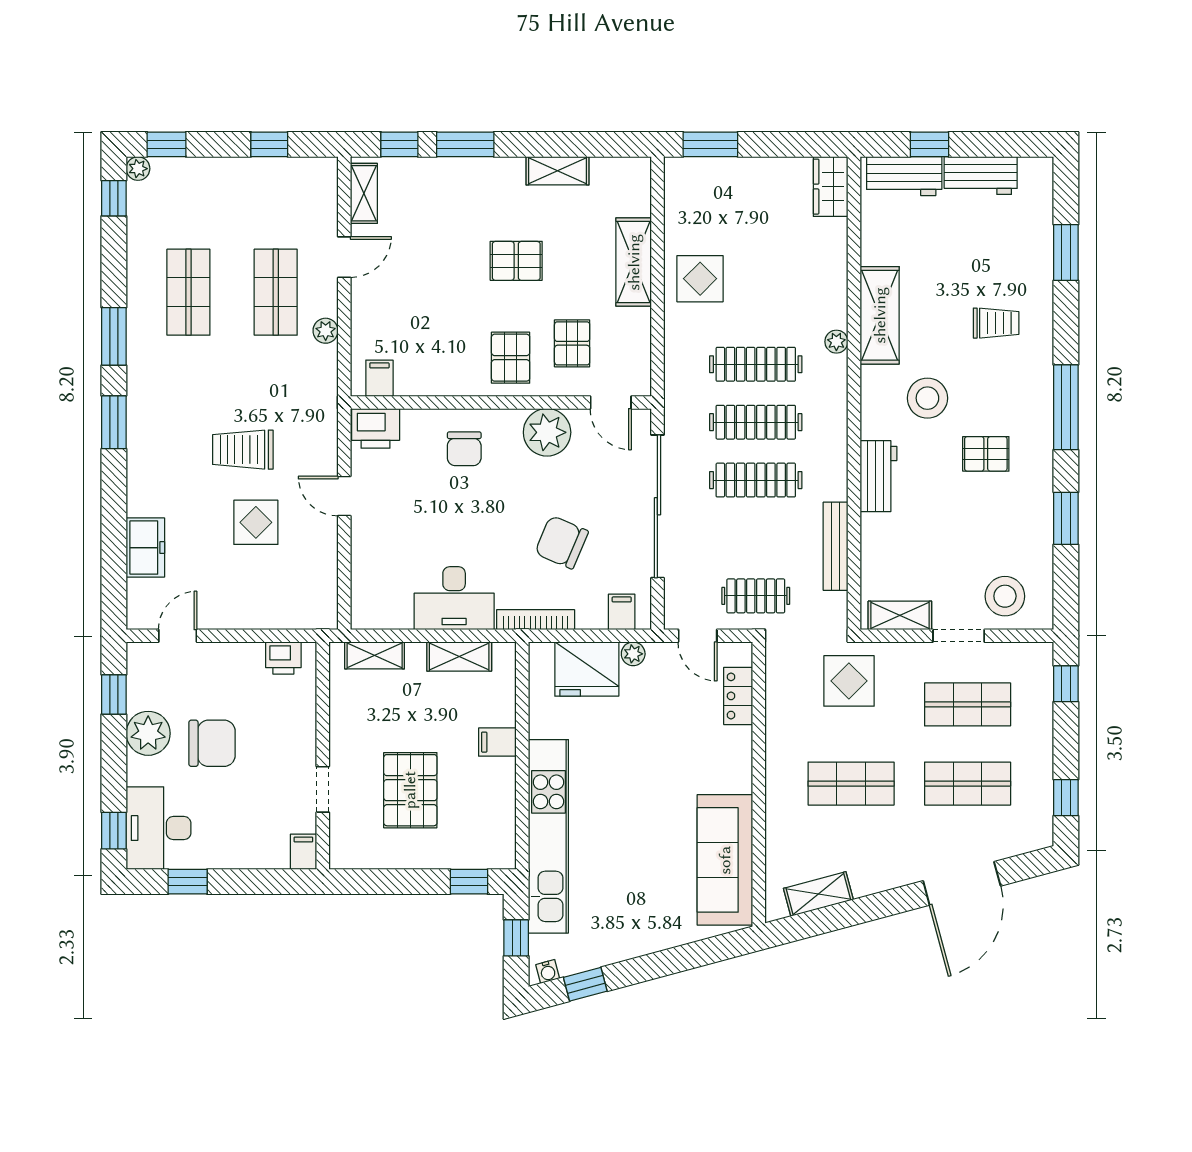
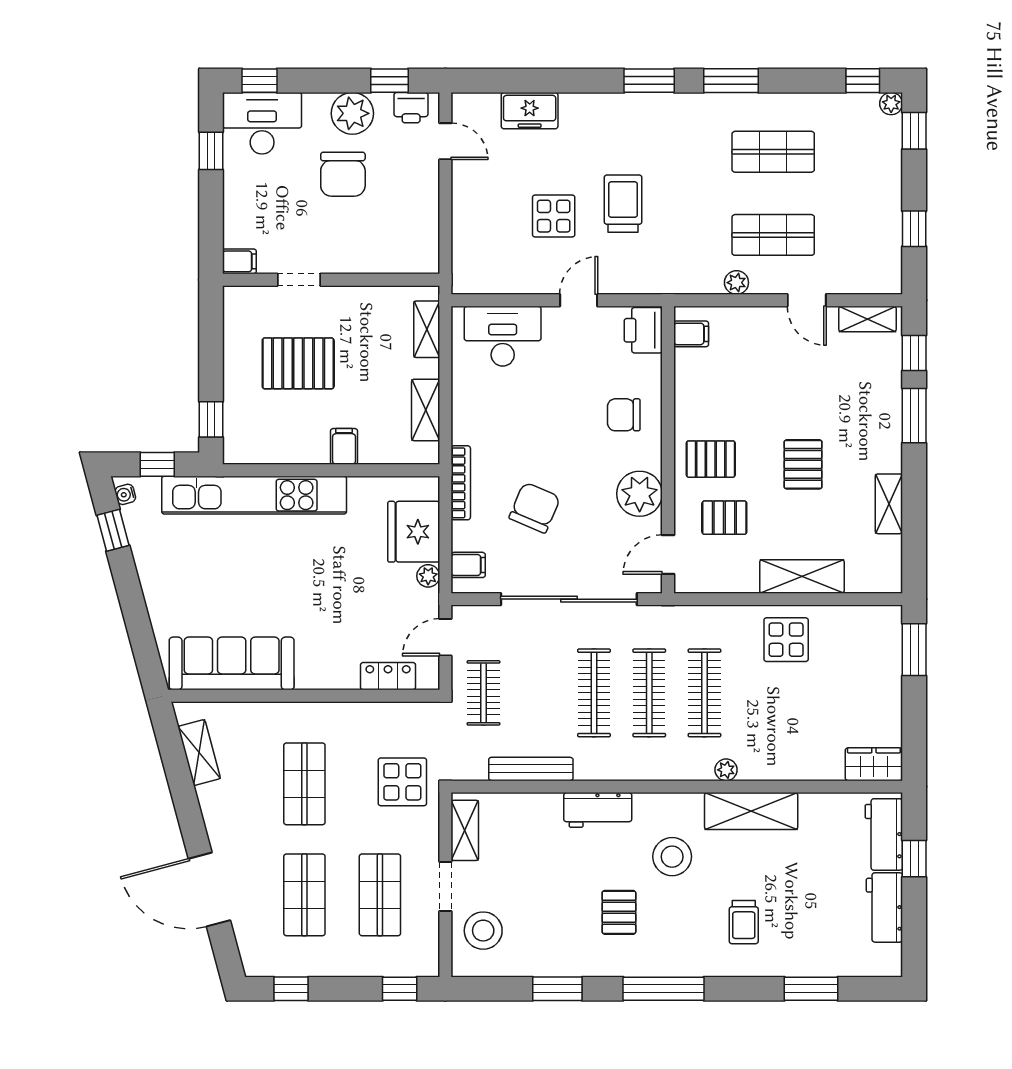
desk: (454, 598) -> (503, 336), moved, turned 90
printer: (283, 658) -> (411, 108), moved, turned -90

